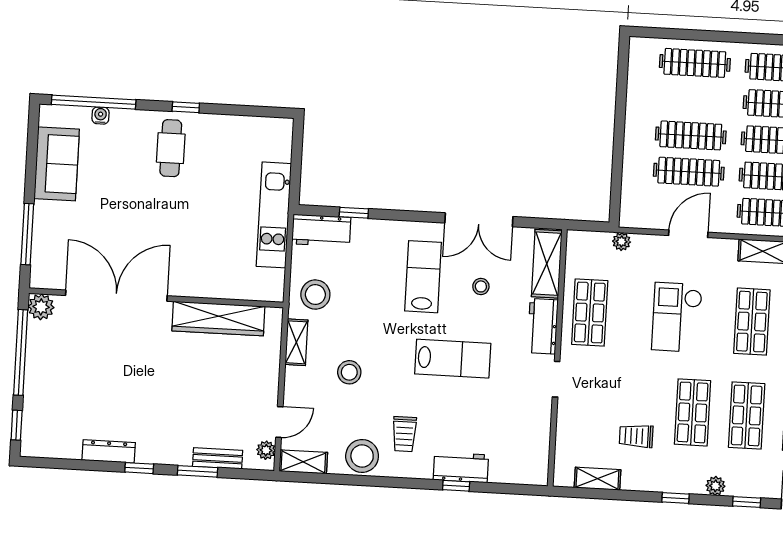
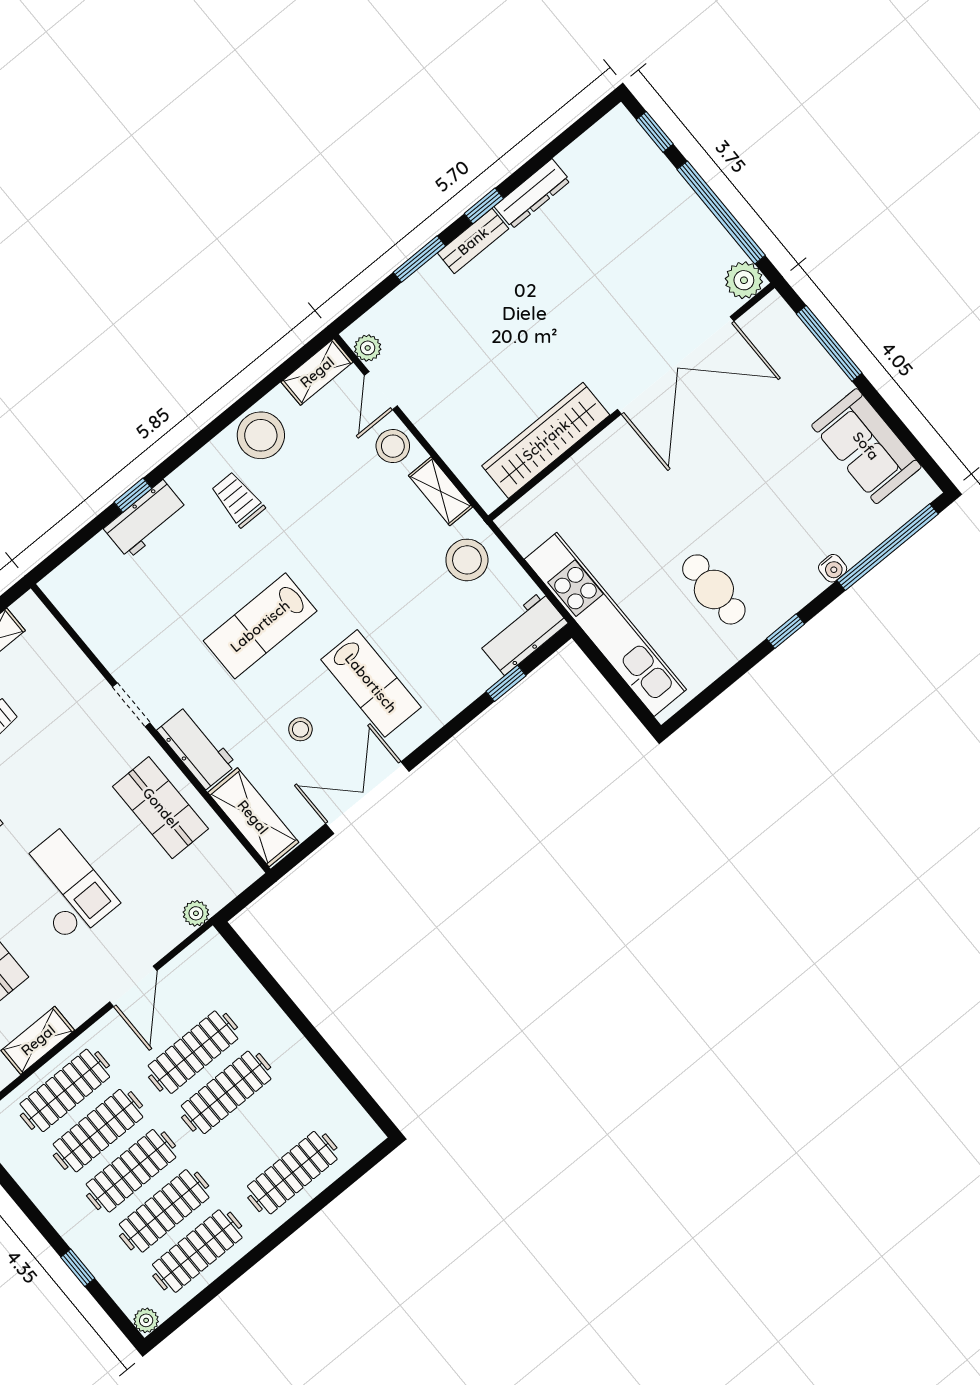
water cooler: (100, 116) -> (833, 568), moved
cafe table: (171, 148) -> (714, 589), moved
kitchen unit: (274, 215) -> (605, 624), width x1.36
stool: (349, 372) -> (393, 446), moved
bench: (218, 458) -> (473, 241), moved

